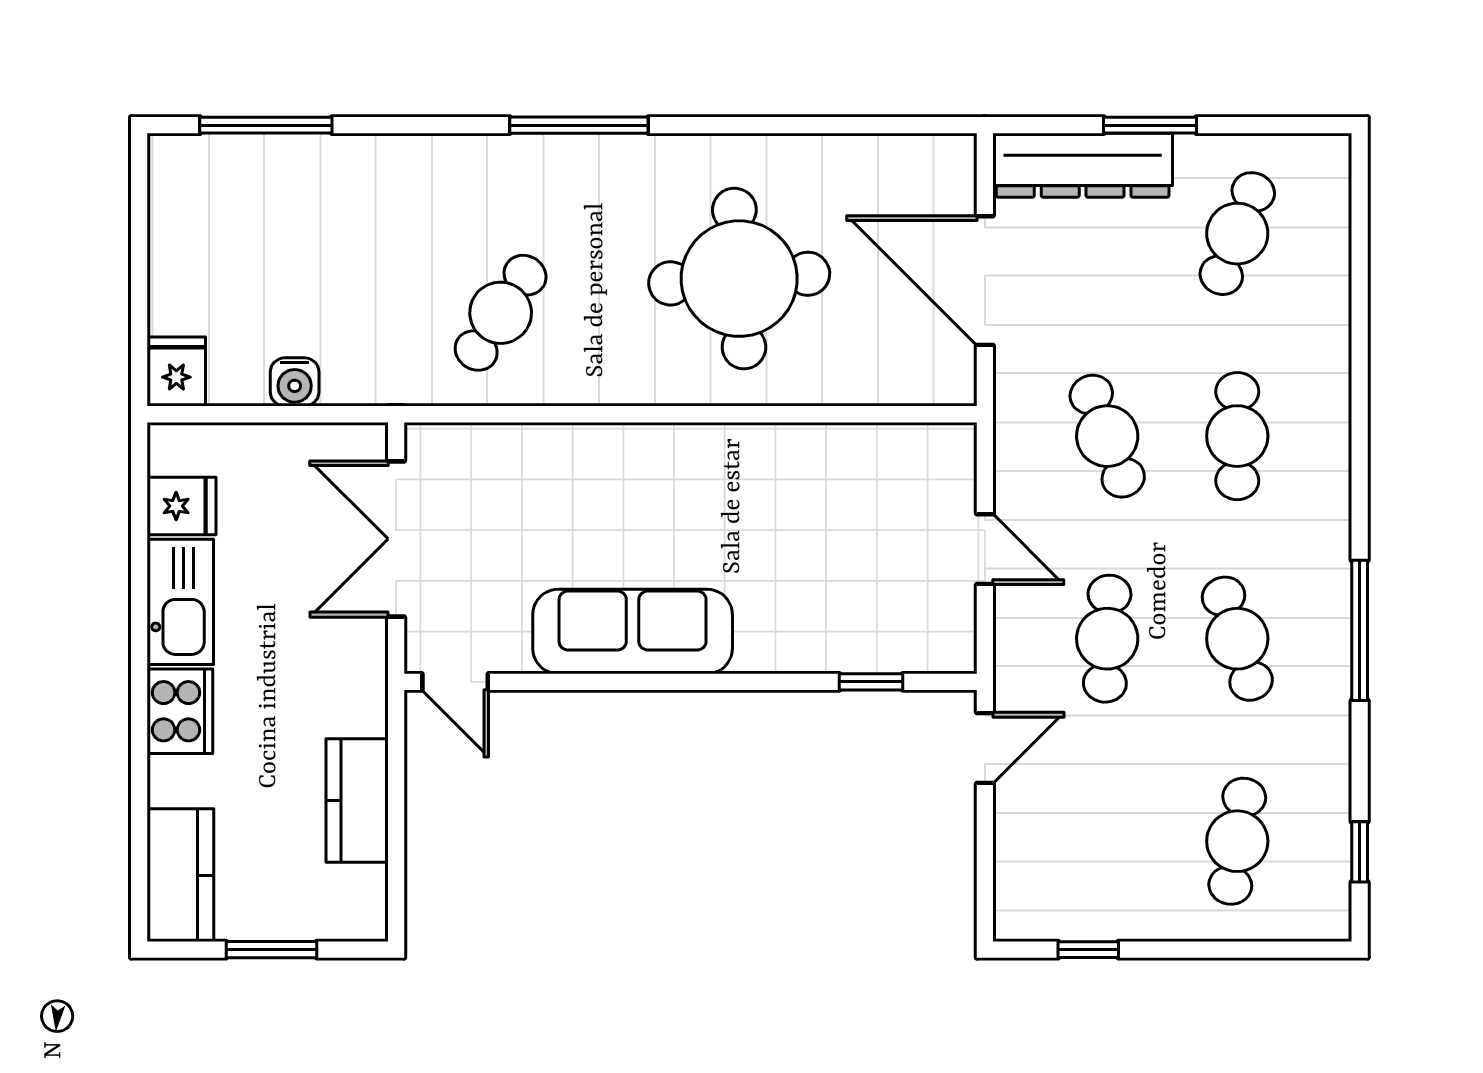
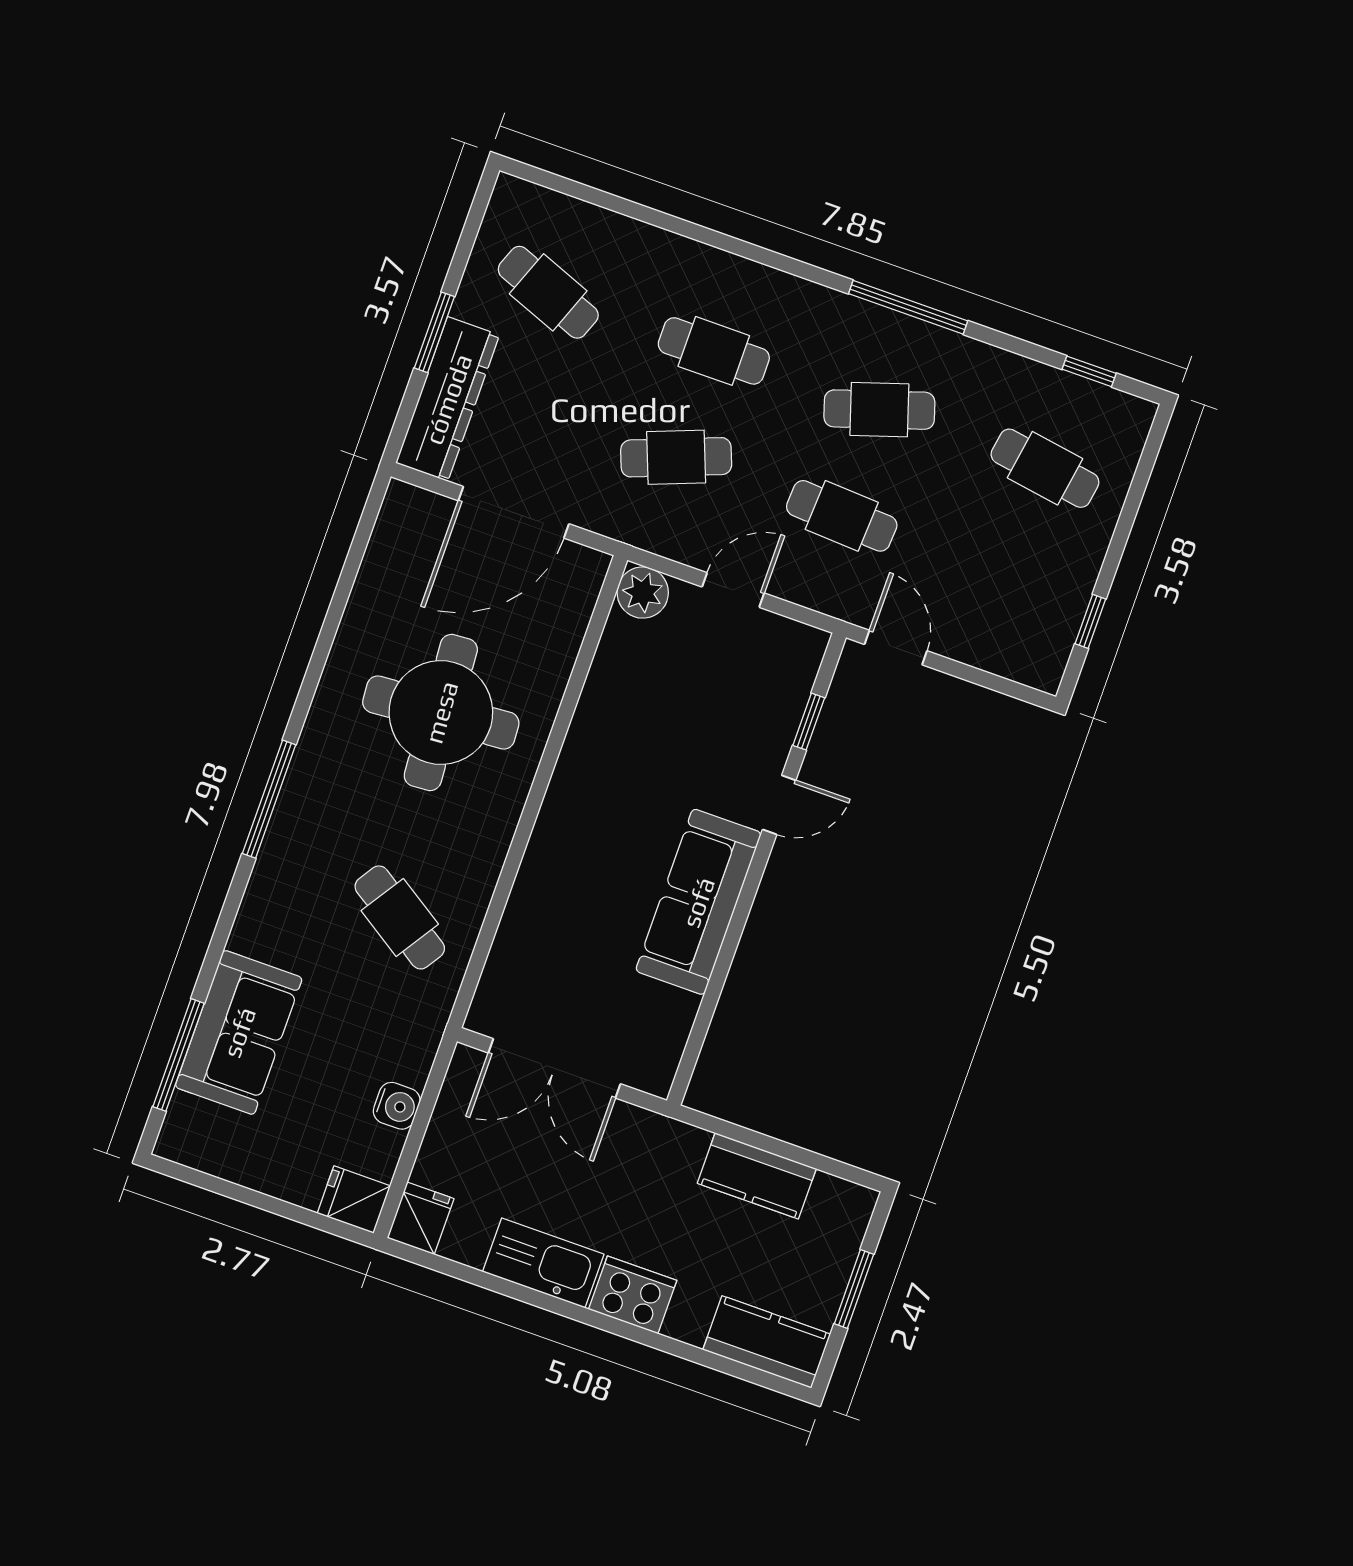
sofa: (314, 182) -> (239, 1032), added
plant: (947, 452) -> (643, 593), added
fridge: (182, 506) -> (420, 1218), moved
door: (455, 682) -> (779, 805), moved

